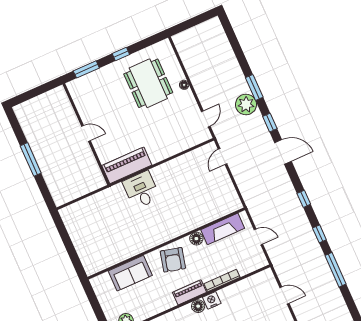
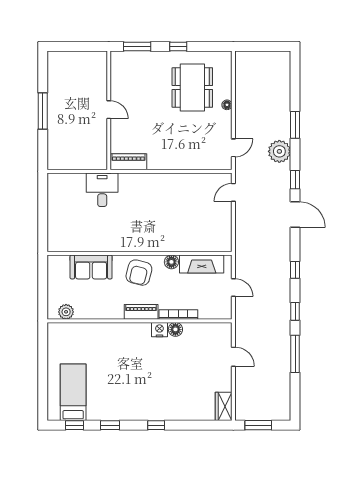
window: (254, 87) -> (295, 125), moved
piano: (127, 165) -> (128, 162), width x0.73, depth x0.75
desk: (141, 190) -> (102, 190), moved
floor lamp: (198, 306) -> (175, 329), moved

